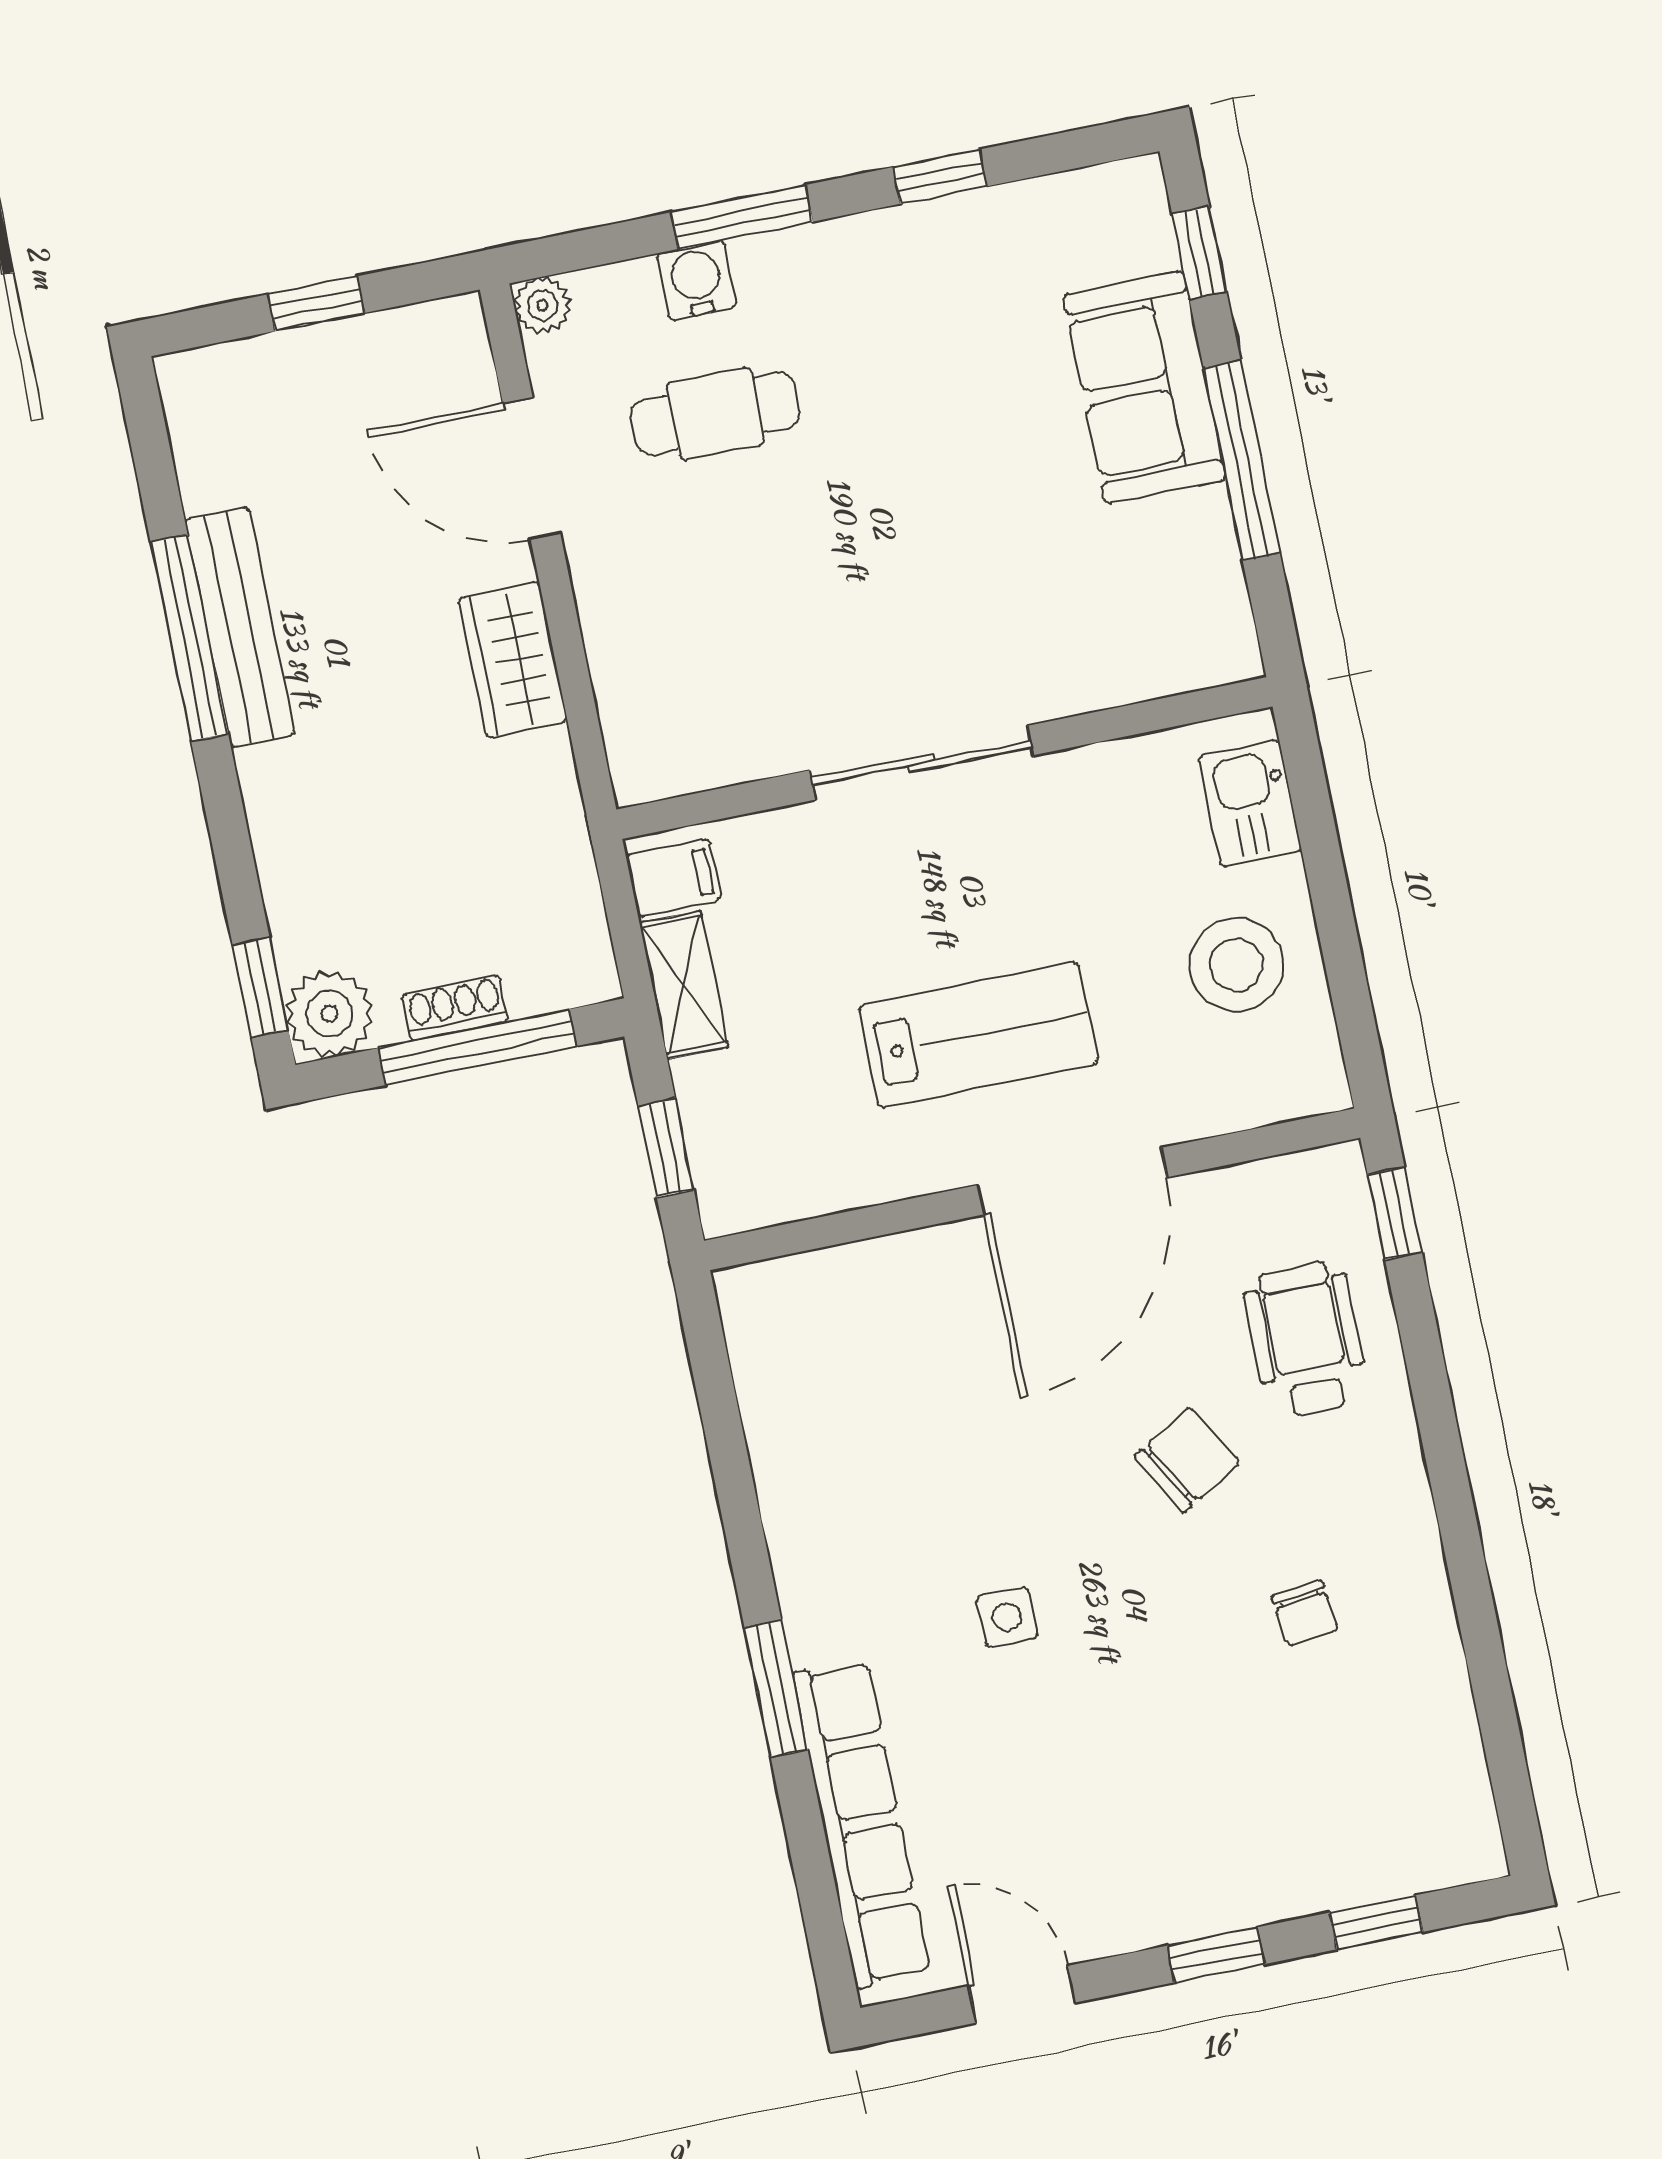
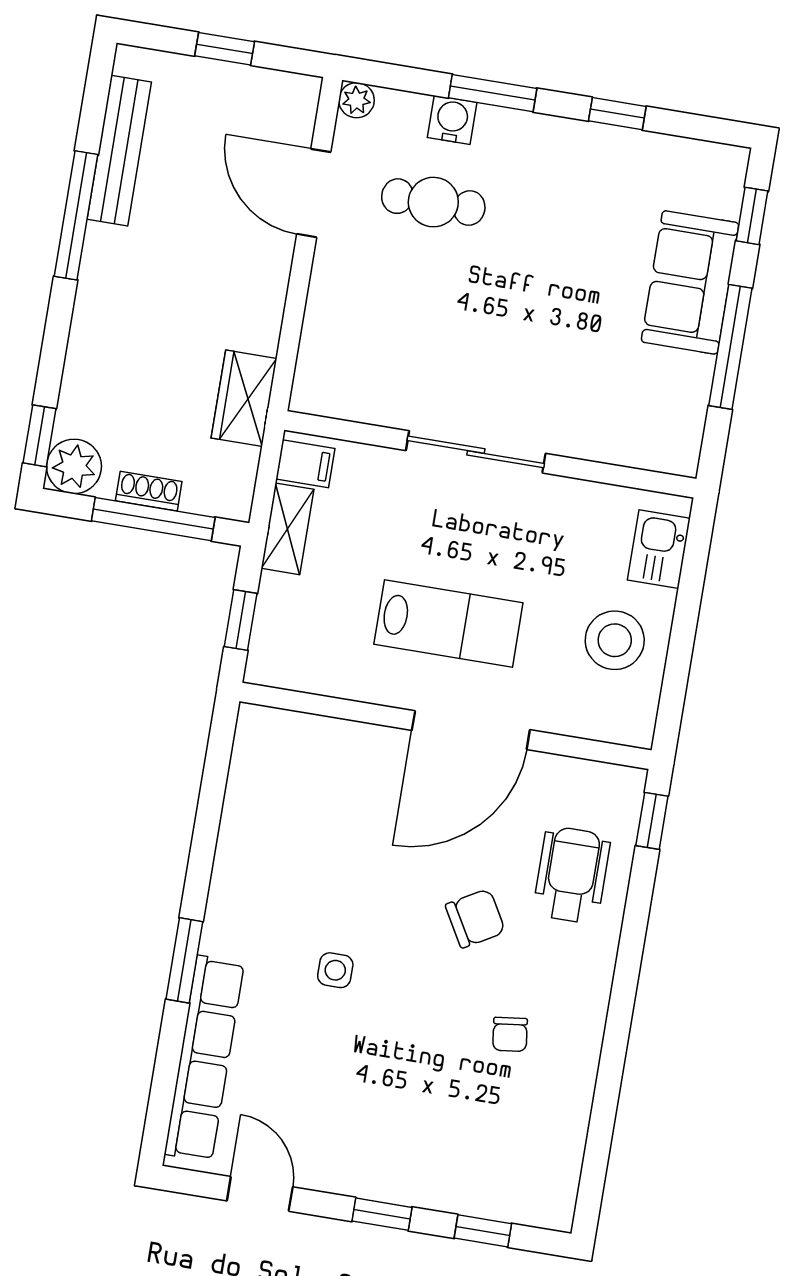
bench: (240, 627) -> (119, 151), moved
wardrobe: (513, 660) -> (244, 398), moved

